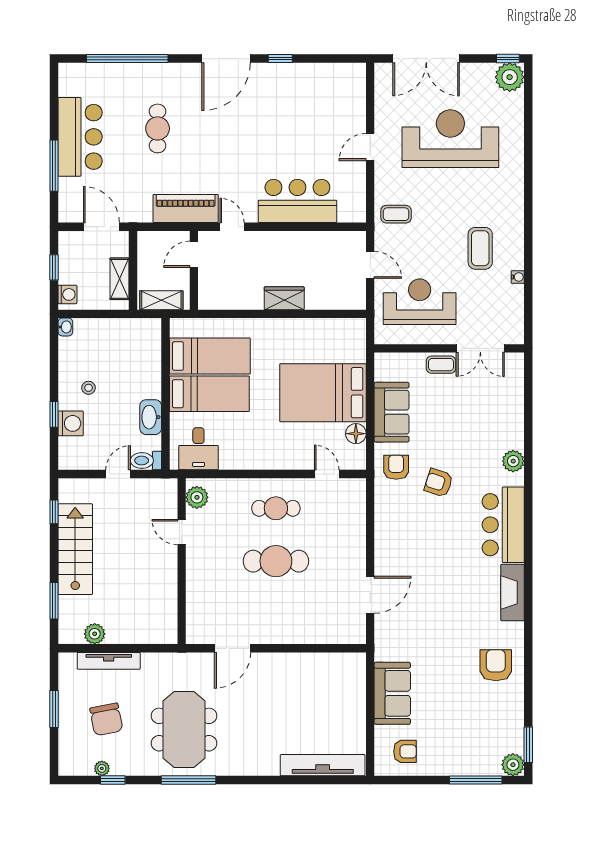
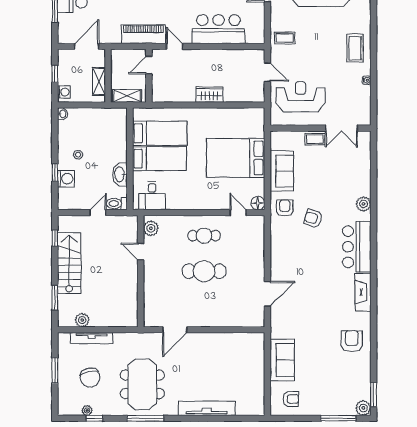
door: (101, 227) -> (87, 46), hinge flipped
coffee table: (480, 248) -> (355, 48), moved
floor lamp: (356, 434) -> (258, 203), moved
tv unit: (323, 765) -> (207, 408), moved

